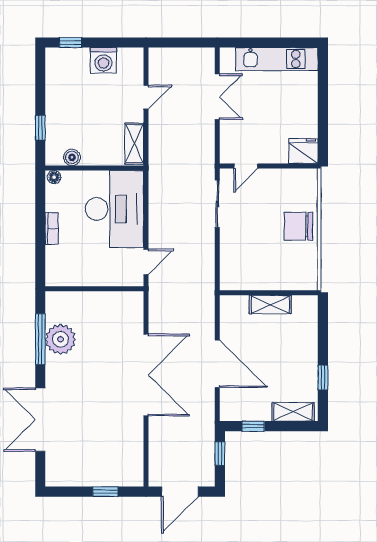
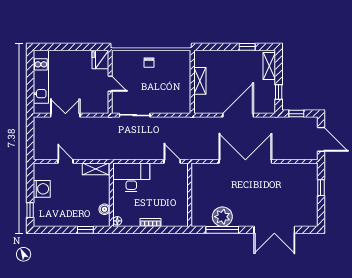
door: (246, 166) -> (110, 84), moved
desk: (115, 209) -> (131, 177), width x0.73, depth x0.77
chair: (298, 226) -> (149, 63), width x0.54, depth x0.54

